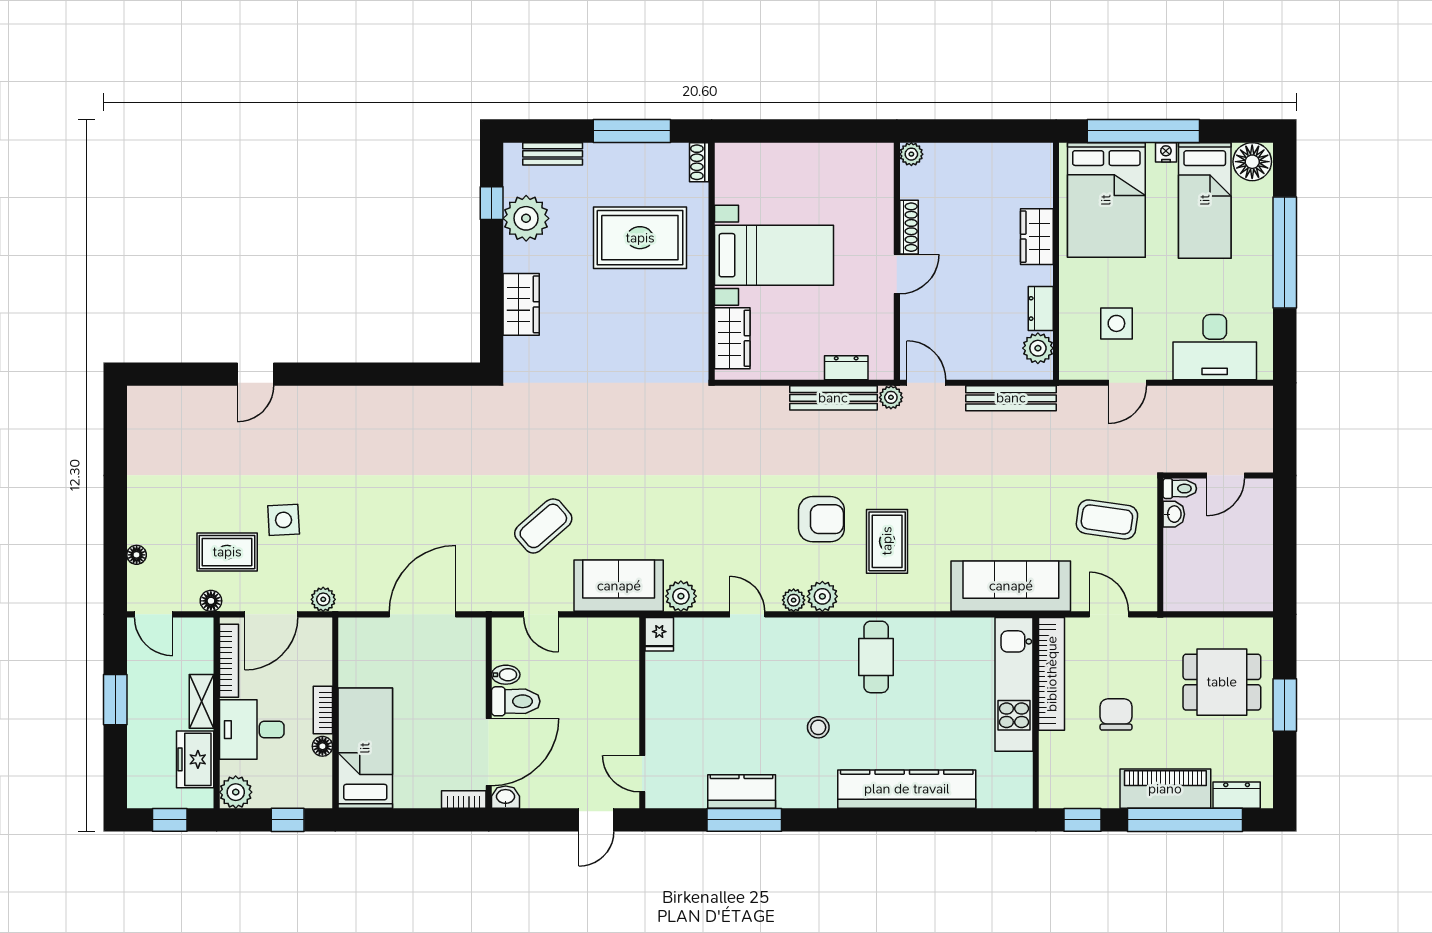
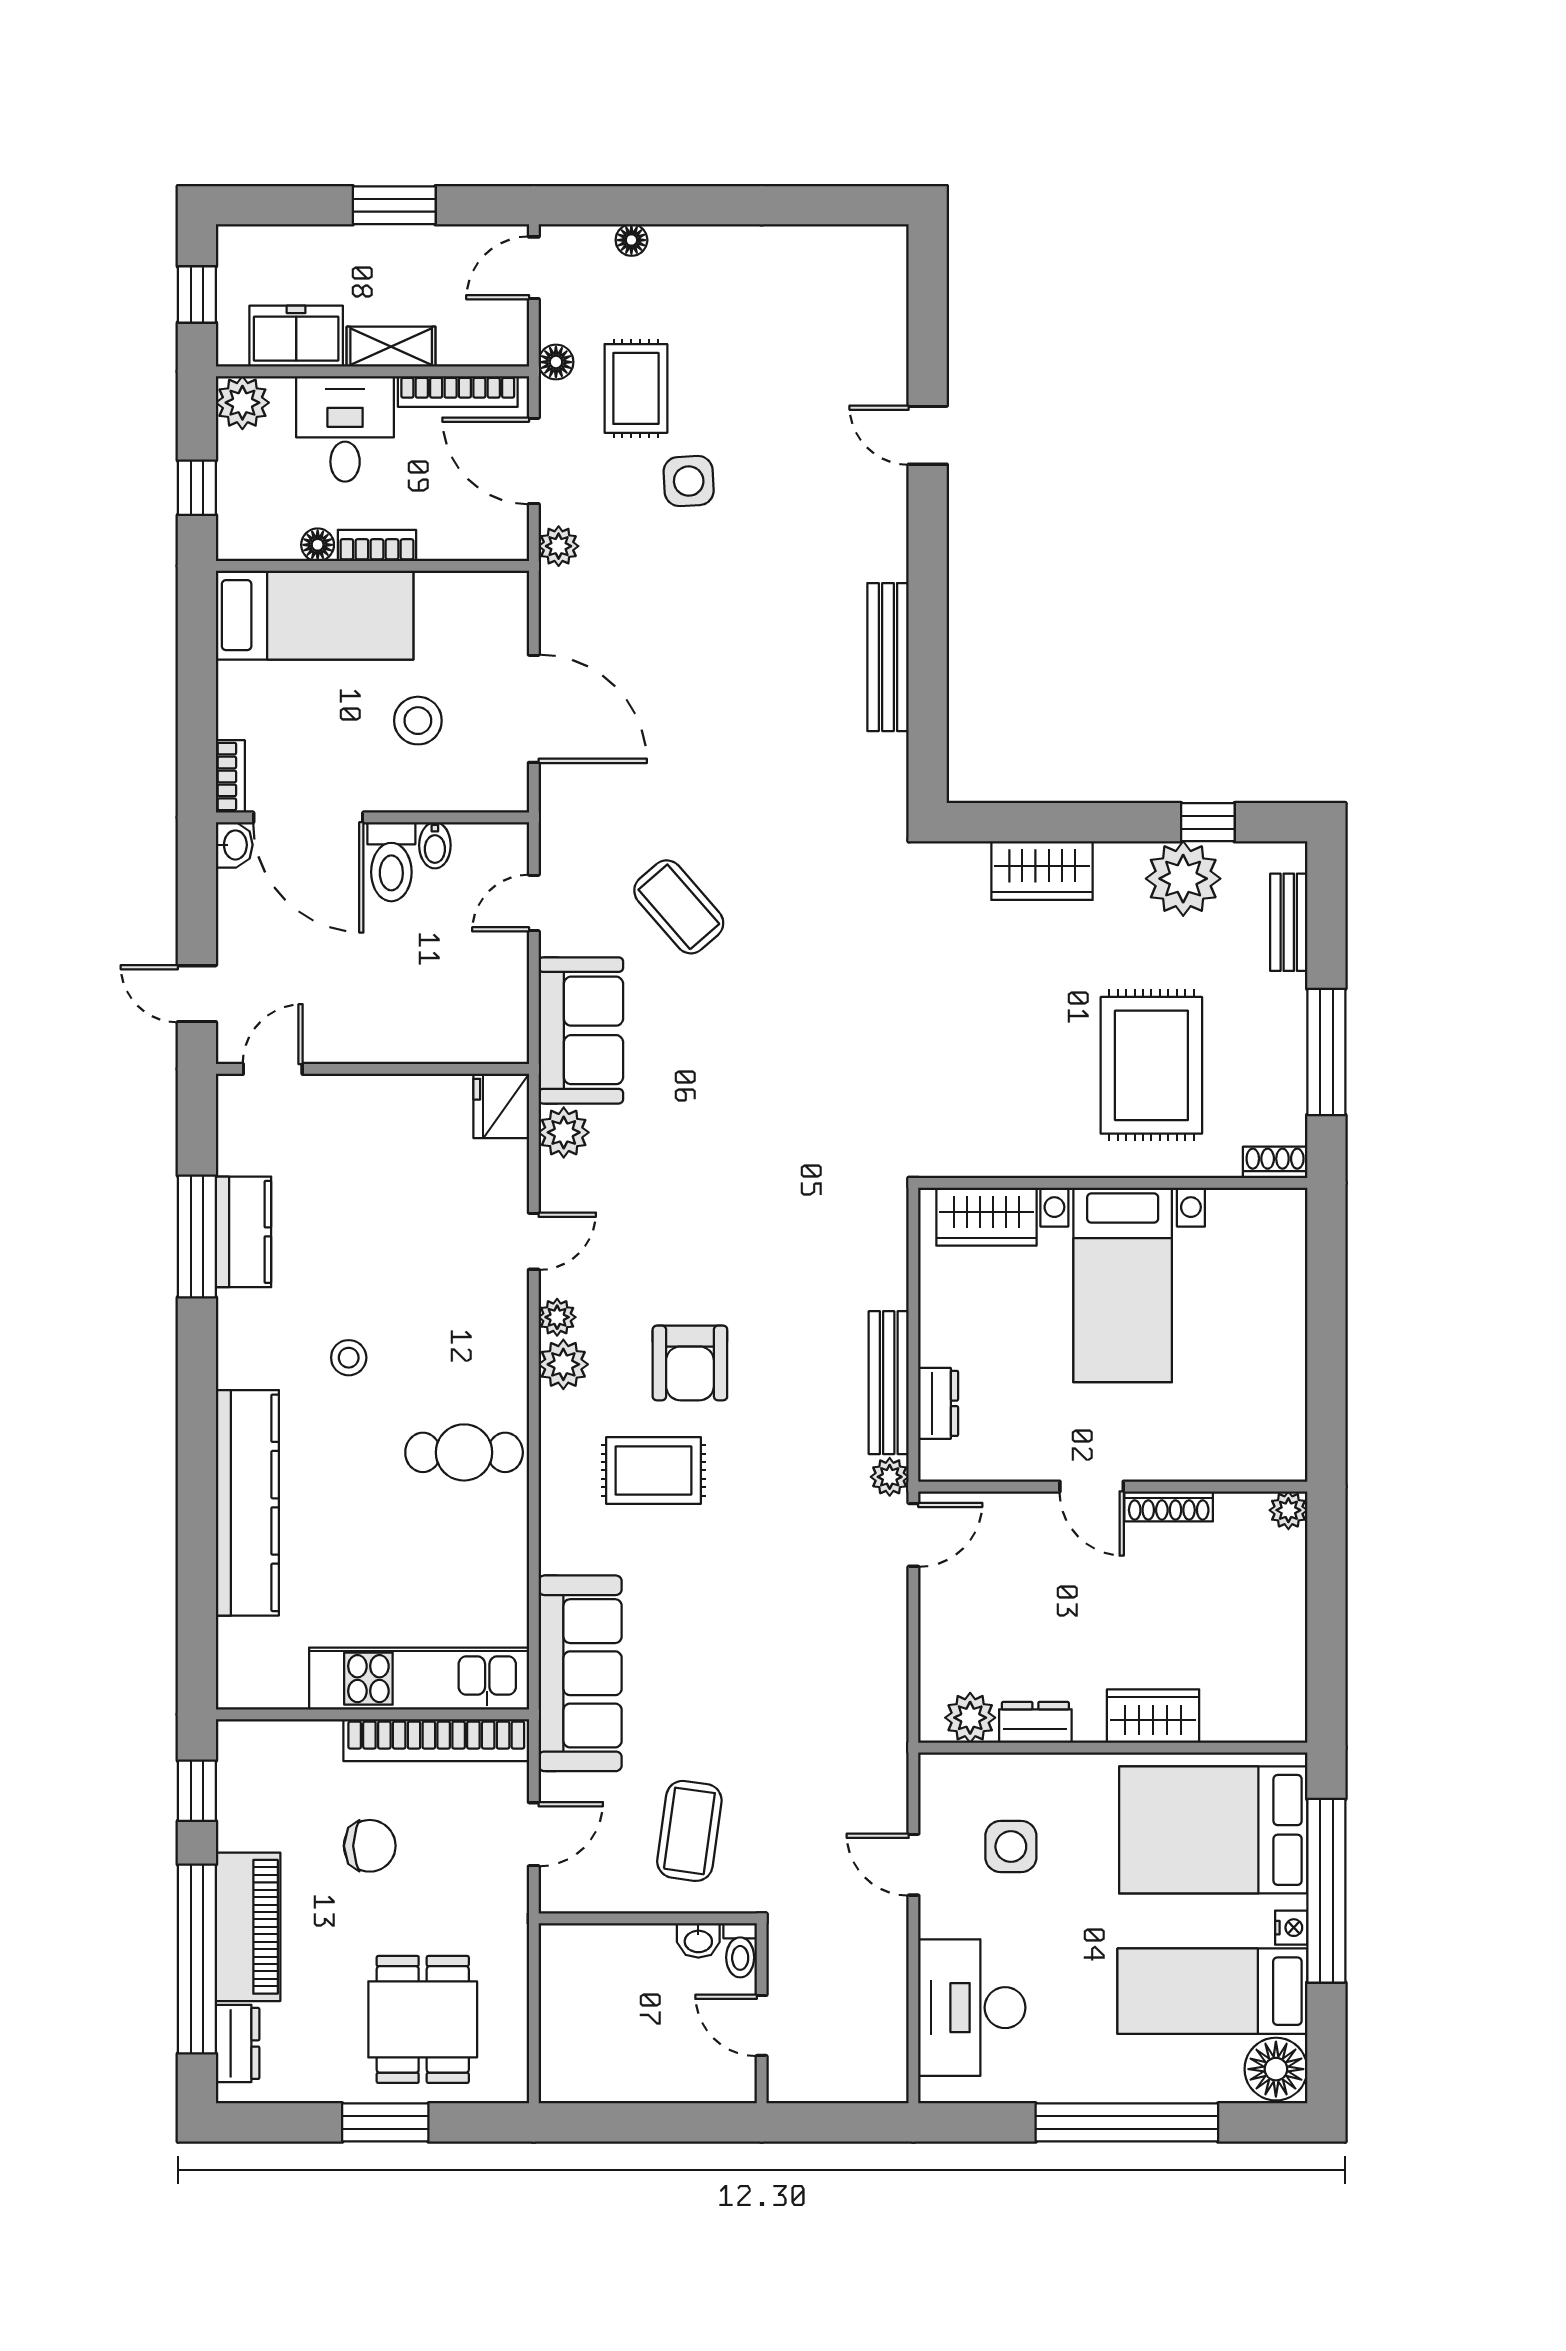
bench: (1011, 398) -> (888, 657), moved
fridge: (659, 634) -> (501, 1106), width x1.38
stool: (430, 685) -> (418, 721), added

